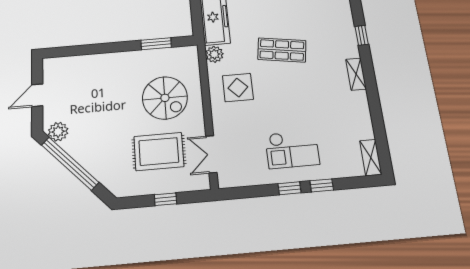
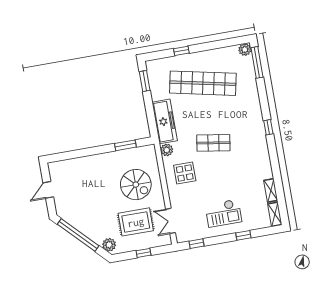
shelving: (356, 74) -> (271, 190), moved
plant: (58, 132) -> (109, 245), moved
window: (290, 188) -> (196, 244), moved

